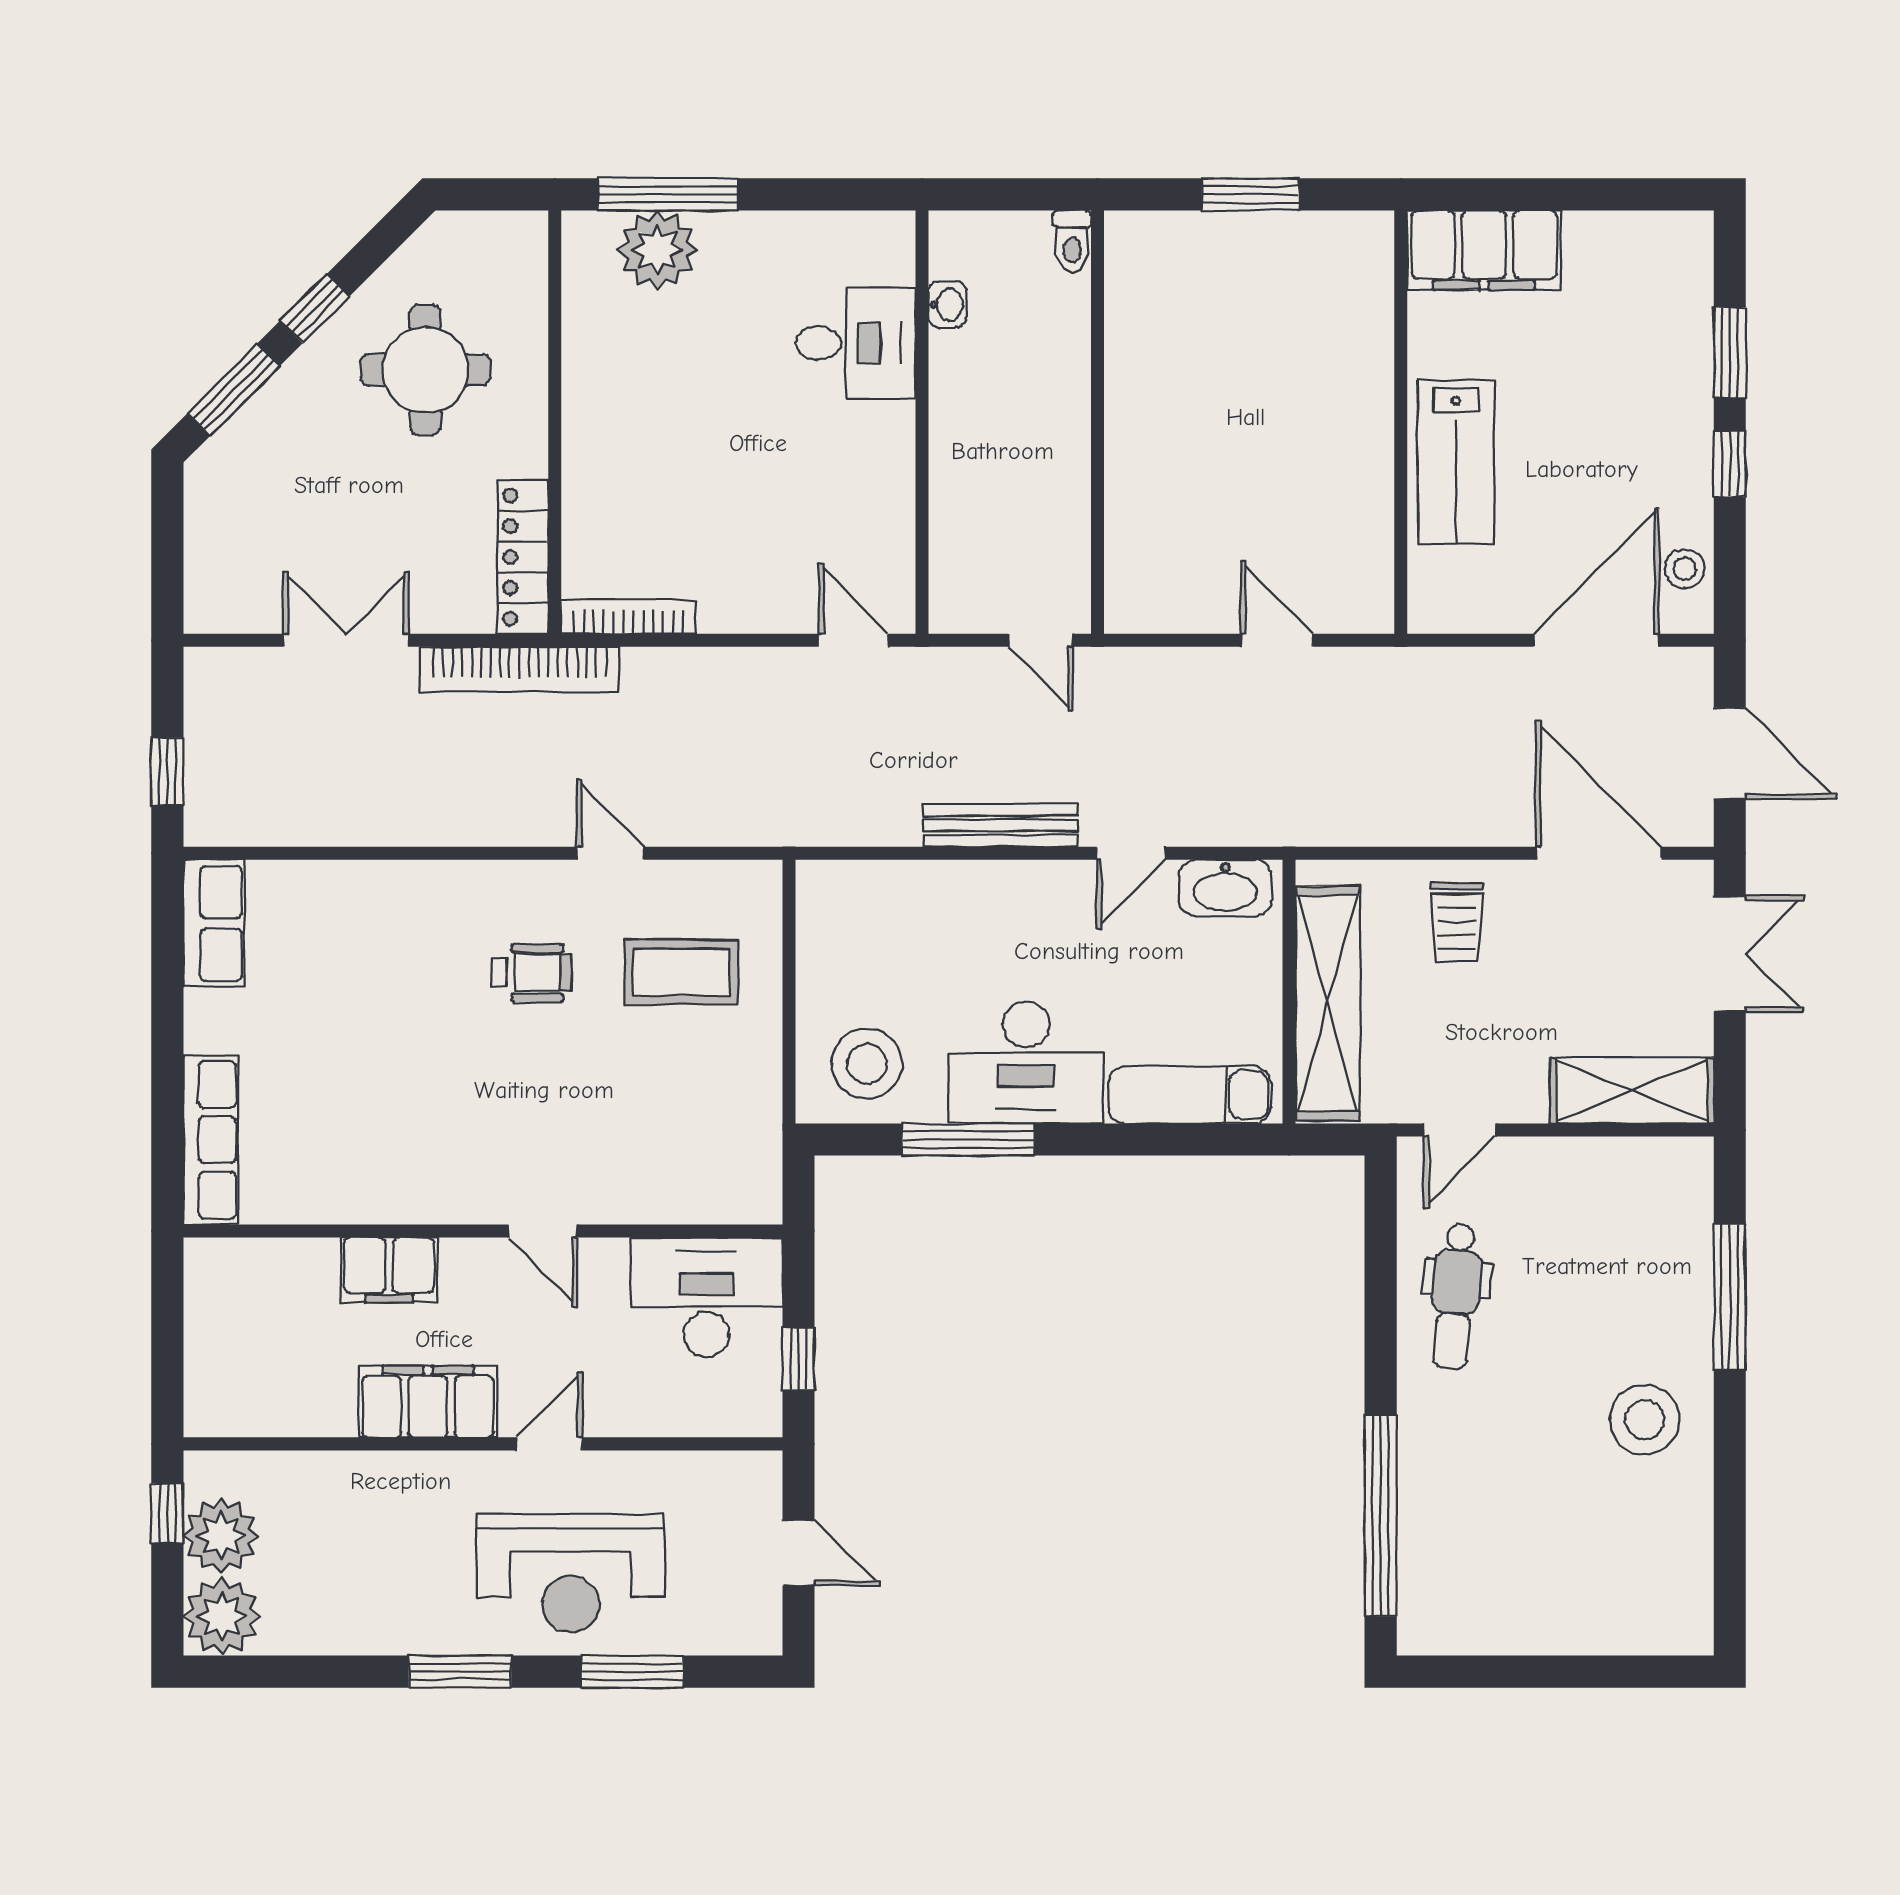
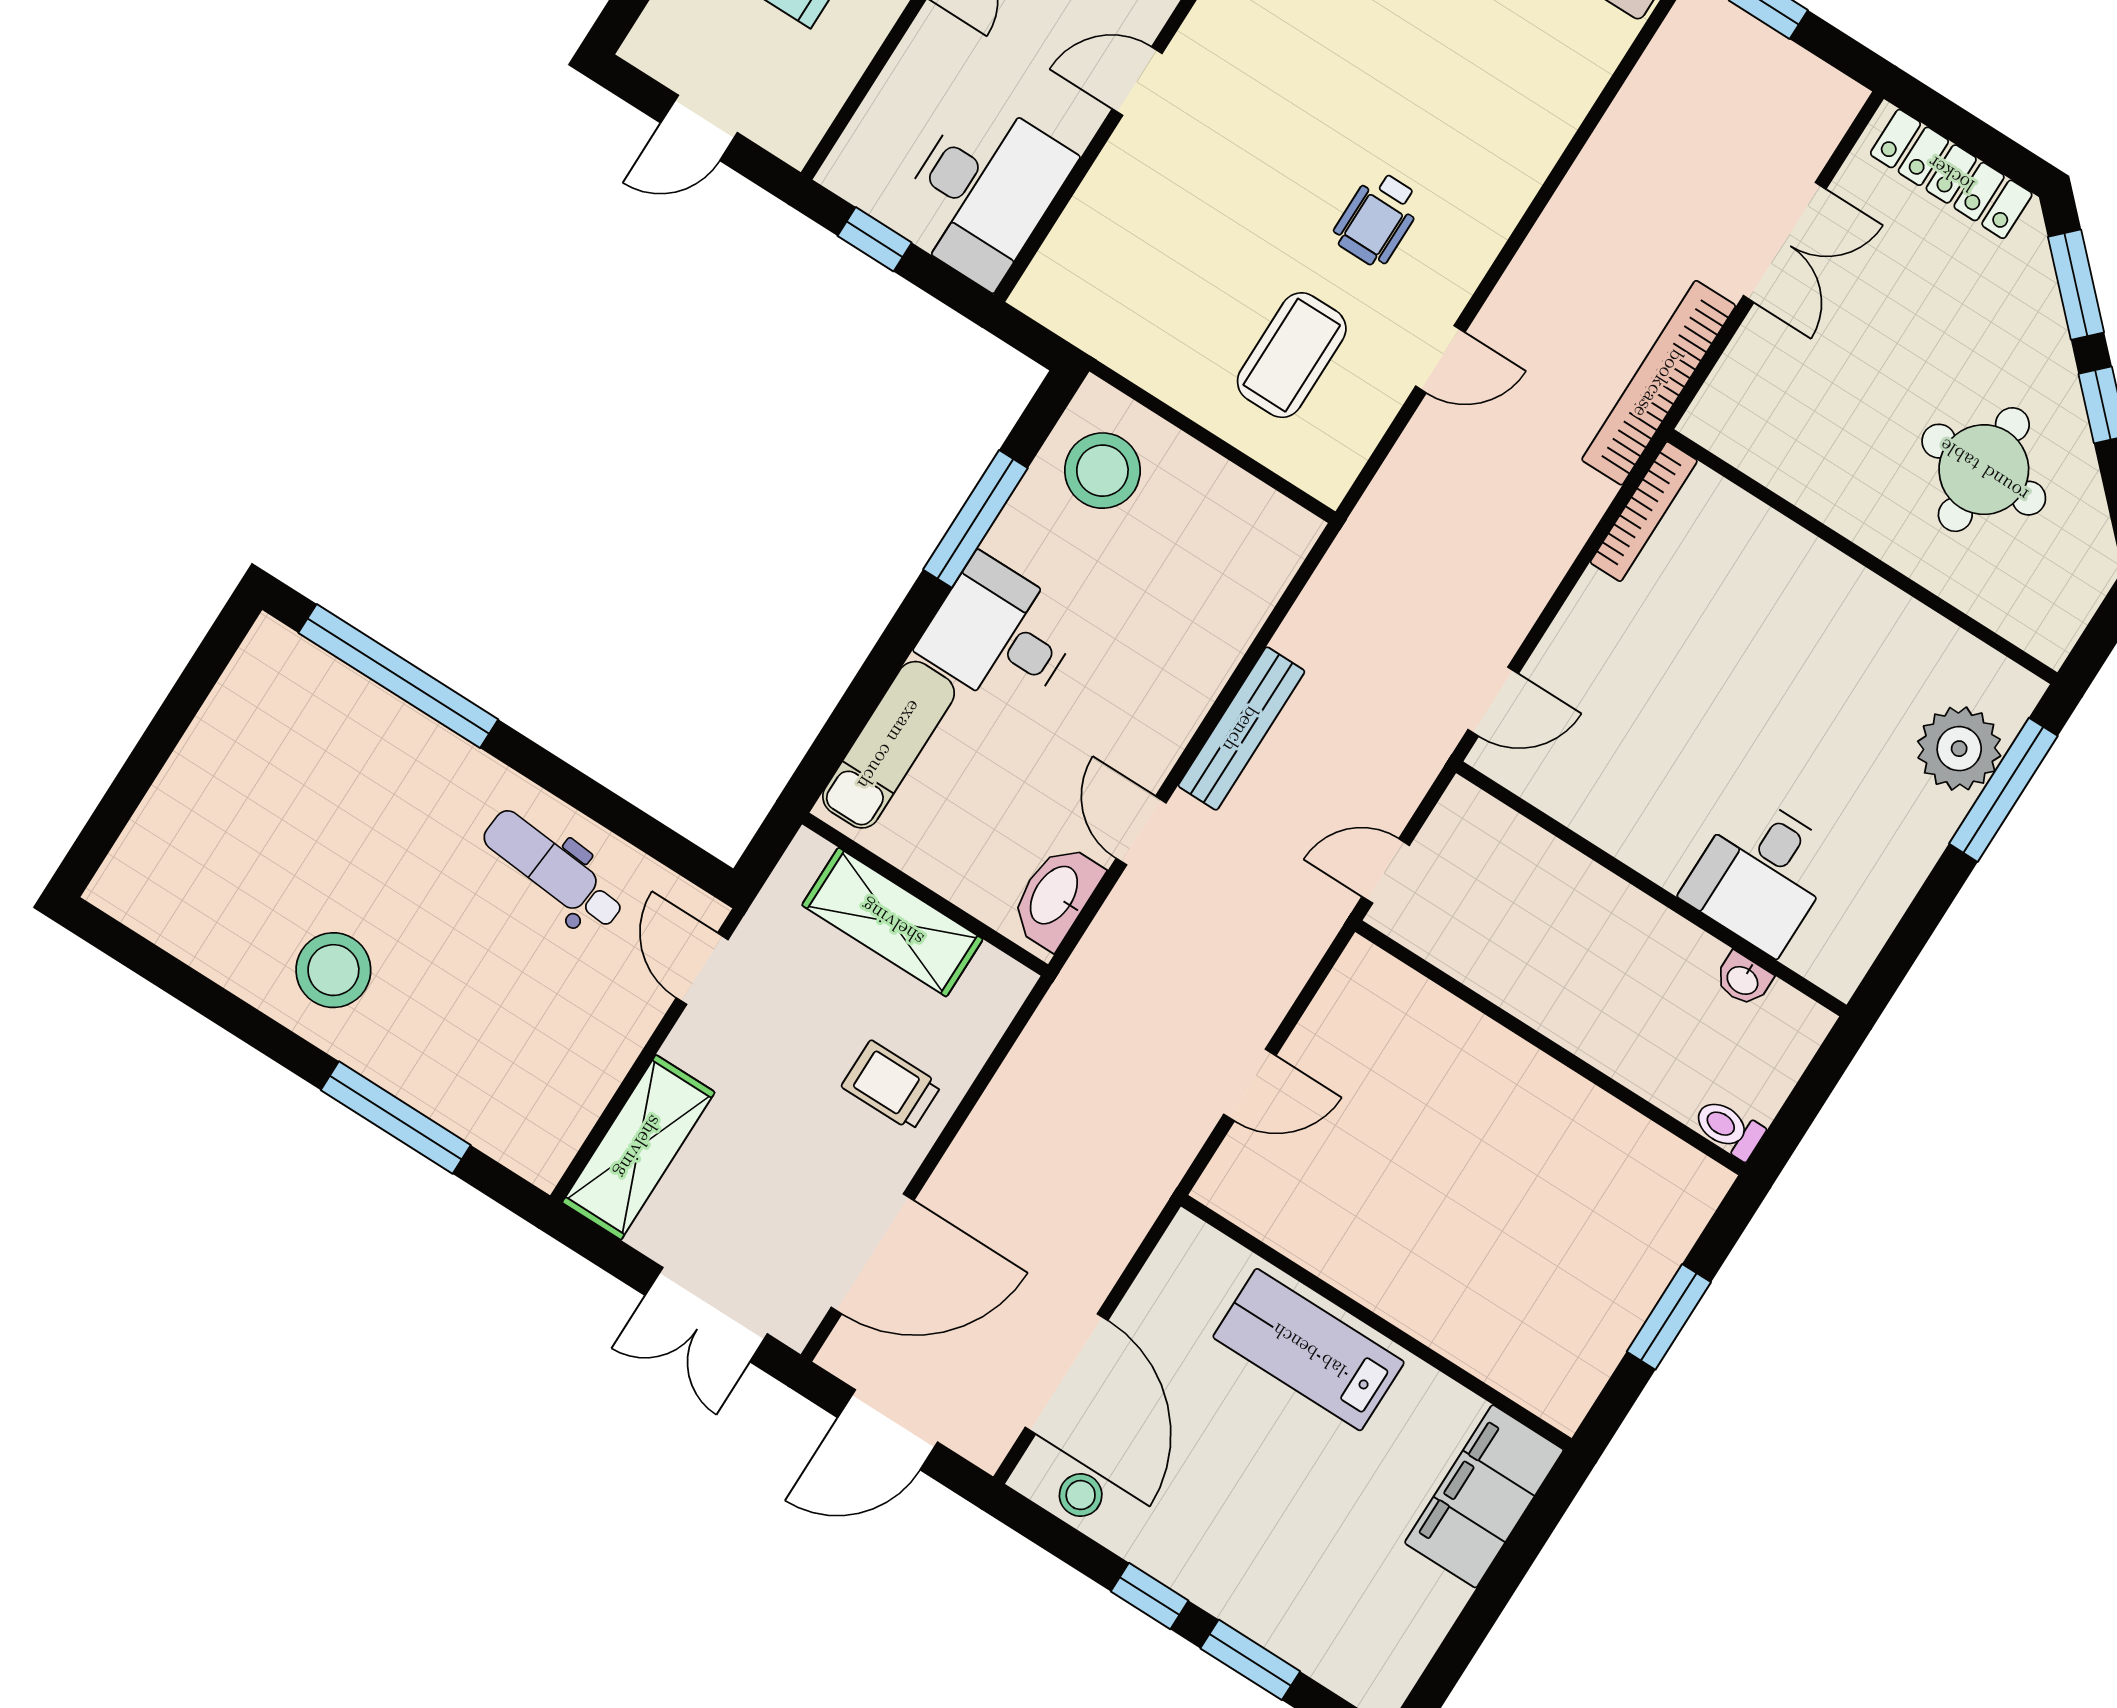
locker: (523, 557) -> (1951, 174), moved, turned 180
shelving: (1328, 1003) -> (892, 922), width x0.68
desk: (1026, 1062) -> (1000, 635), width x0.73

